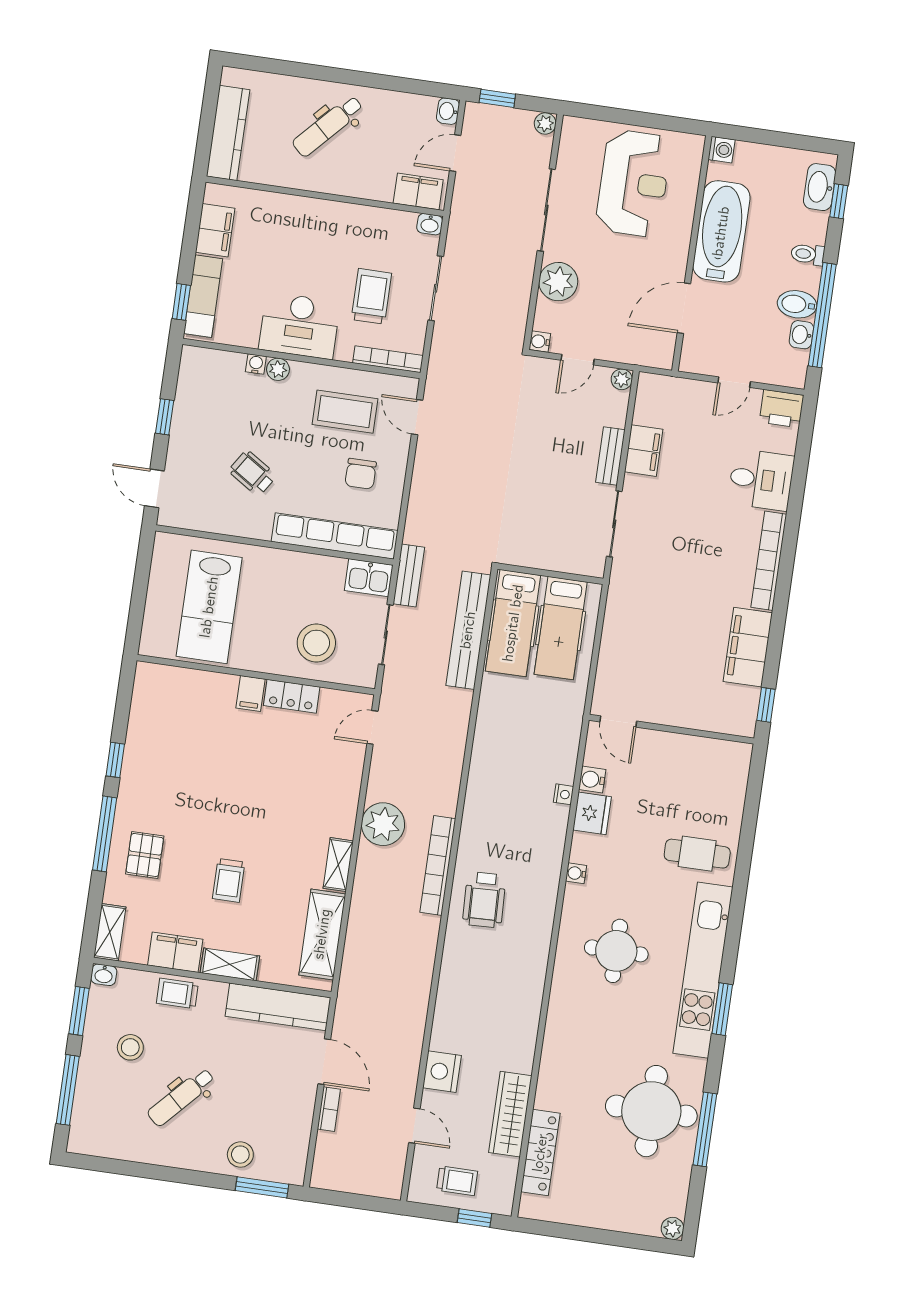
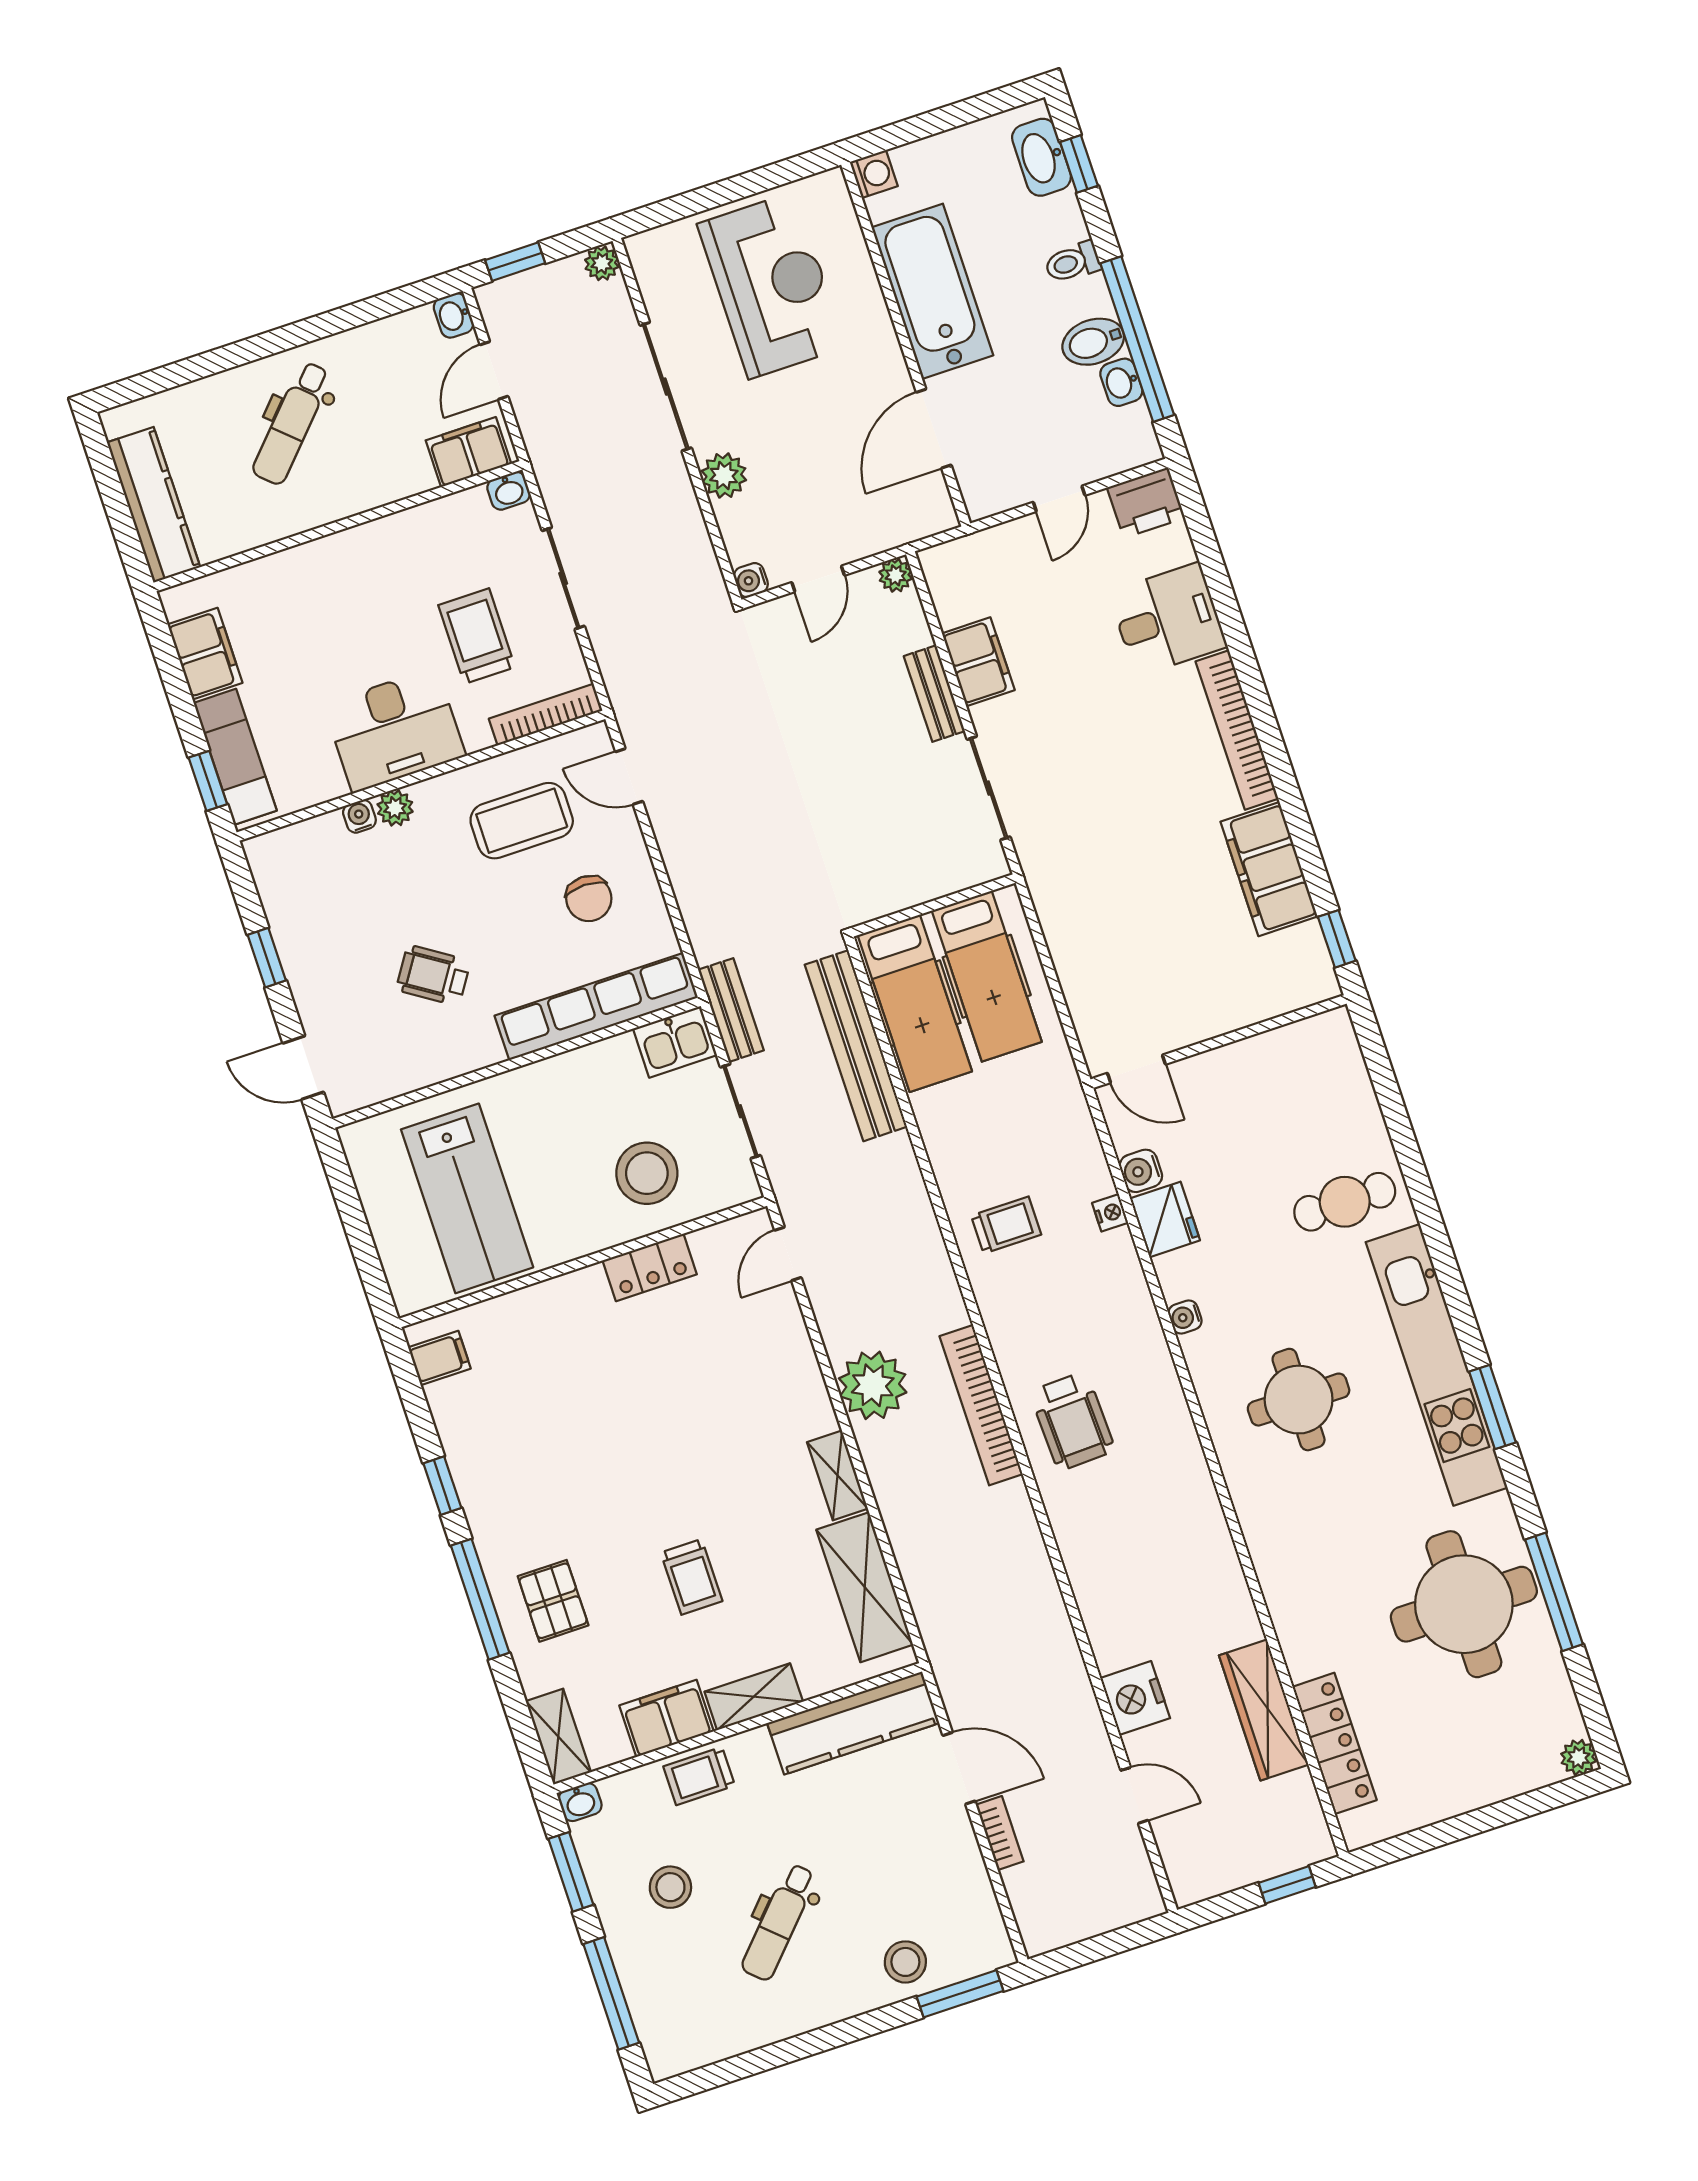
plant: (558, 282) -> (724, 476), width x0.73, depth x0.73
filing cabinet: (250, 693) -> (439, 1358), moved, turned -90
trolley: (457, 1181) -> (1006, 1225), moved

